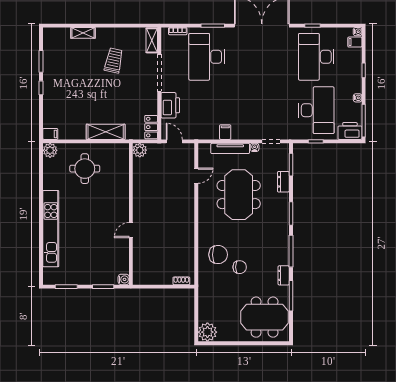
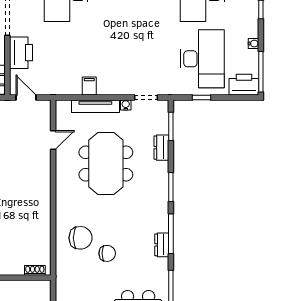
dresser: (284, 275) -> (162, 245), moved

